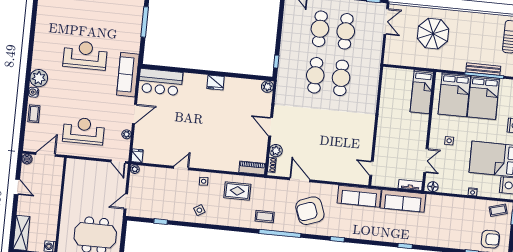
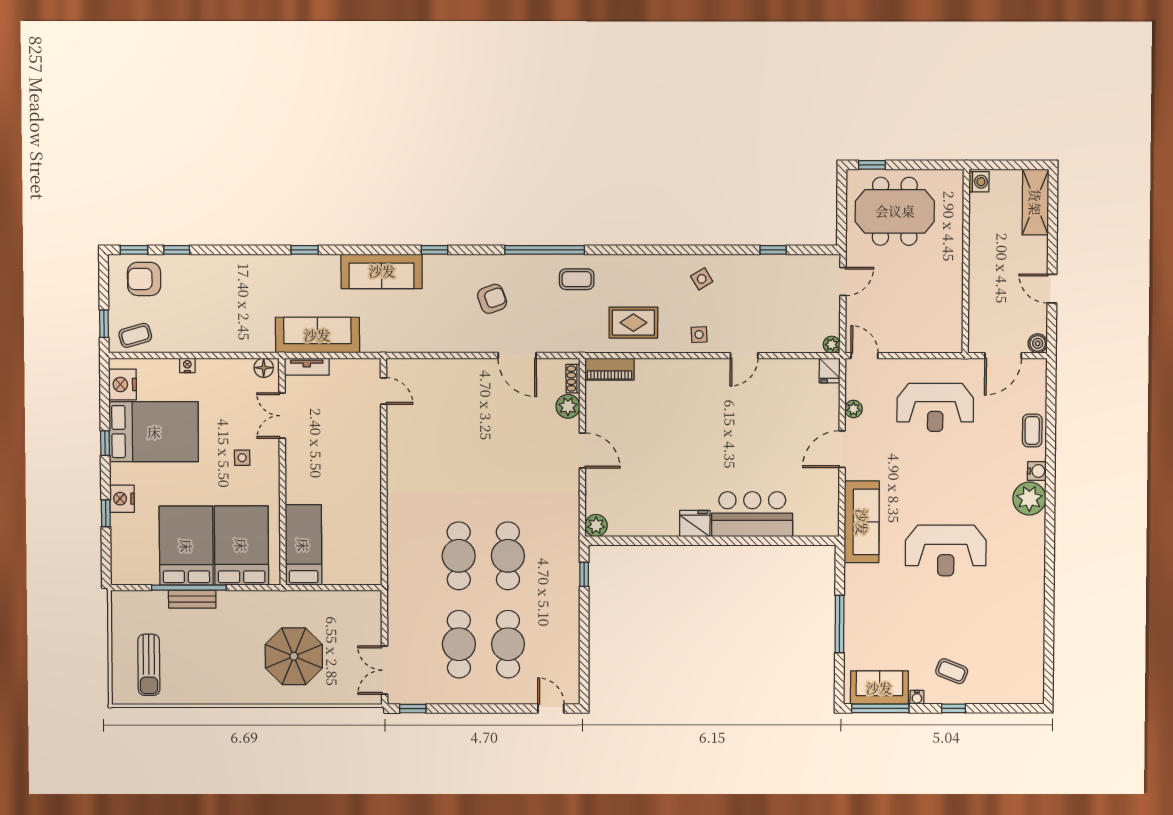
bench: (483, 69) -> (192, 599), width x0.73
bar counter: (161, 82) -> (752, 514), moved
sofa: (359, 196) -> (382, 271), moved, turned 180
armchair: (310, 211) -> (492, 299), width x0.53, depth x0.53

